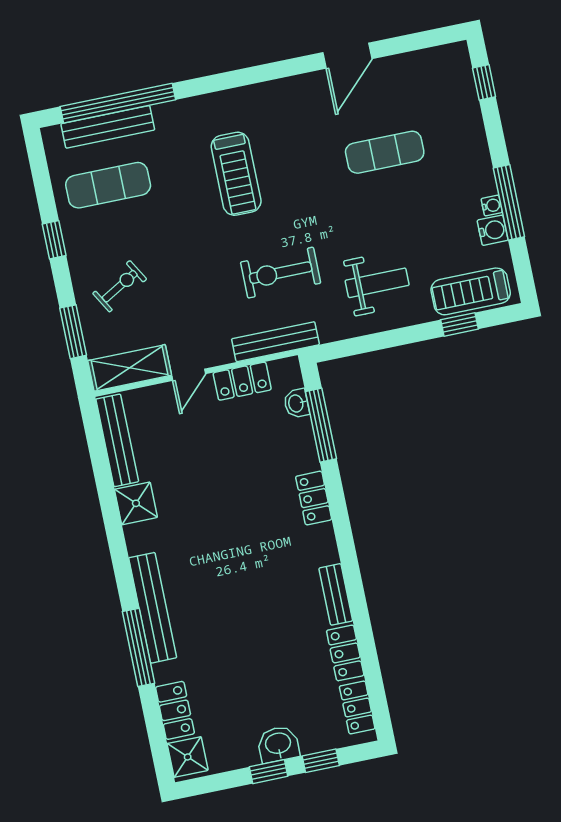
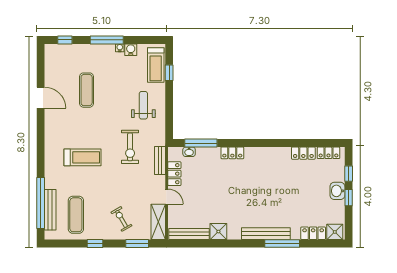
window: (509, 202) -> (107, 40), moved
bench: (275, 342) -> (160, 161), width x0.73
bench: (336, 594) -> (277, 152), removed

